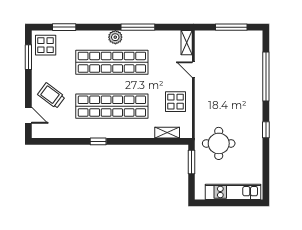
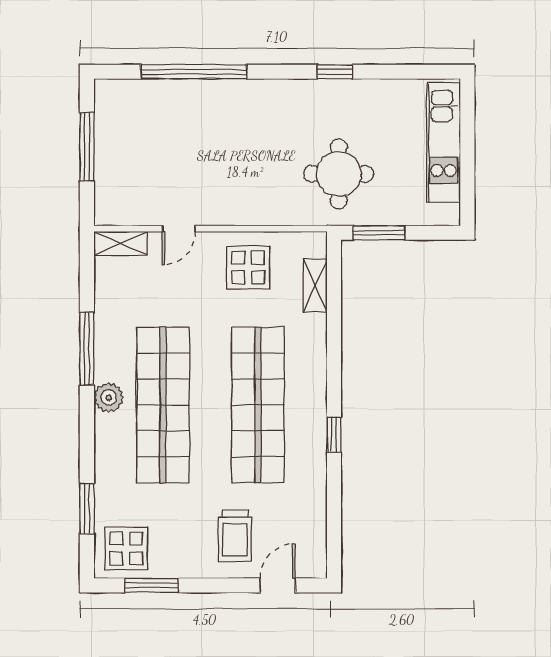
trolley: (51, 96) -> (235, 536), turned -37
window: (266, 130) -> (335, 72), moved

